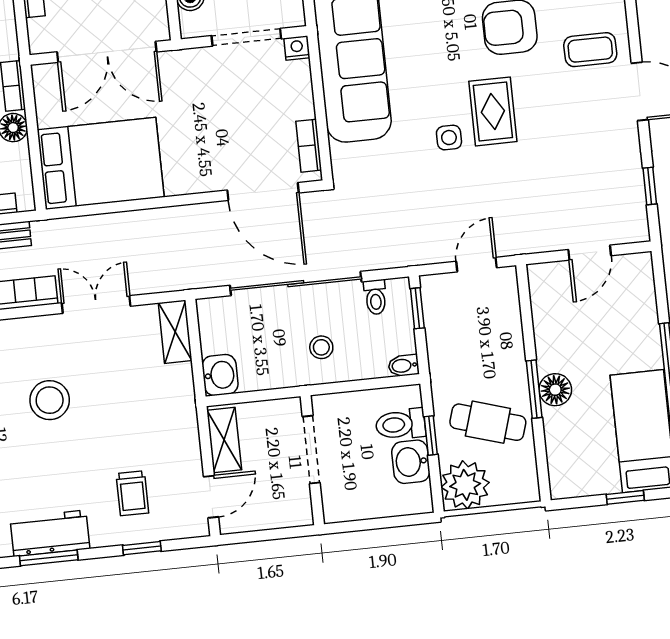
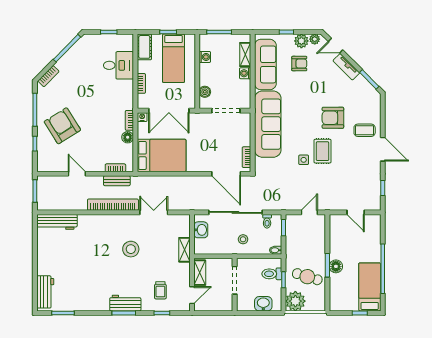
nightstand: (297, 48) -> (142, 117), moved
door: (590, 253) -> (356, 212), hinge flipped
shelving: (175, 332) -> (185, 250), moved
washbasin: (220, 375) -> (201, 230), moved
washbasin: (411, 462) -> (263, 304), moved, turned 90

